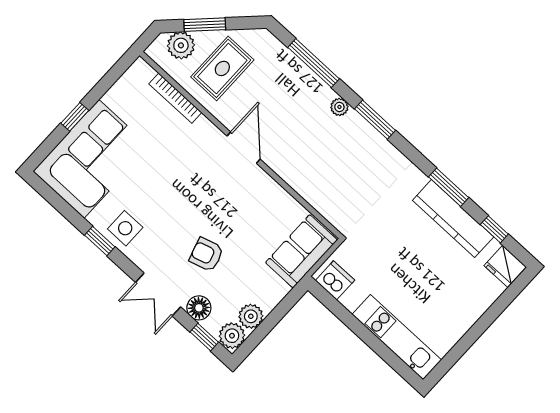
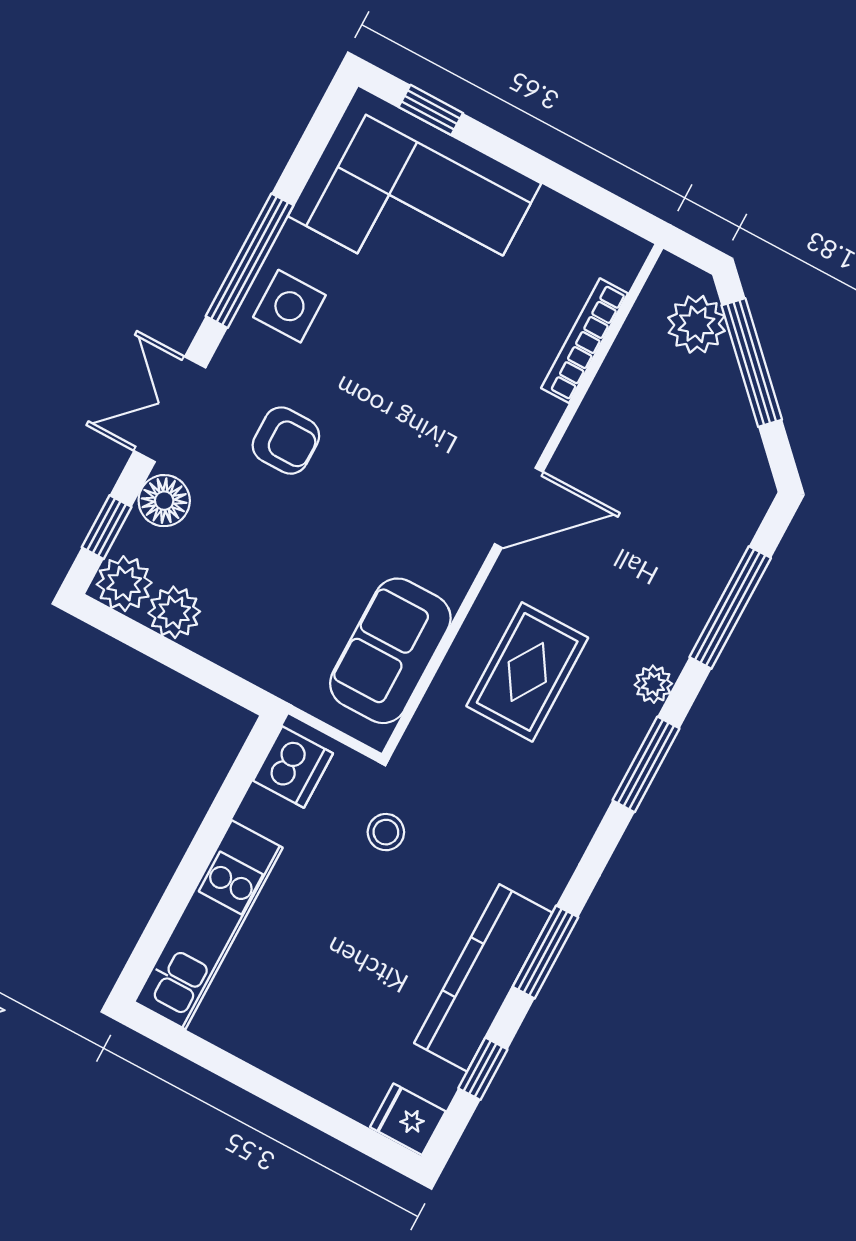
window: (205, 25) -> (752, 363), width x1.44
rug: (222, 68) -> (527, 672), moved, turned 90
window: (75, 117) -> (431, 110), moved
window: (100, 241) -> (250, 261), width x2.17
stool: (375, 246) -> (386, 832), added
sofa: (301, 251) -> (390, 651), moved, turned -90
armchair: (206, 255) -> (286, 441), moved, turned 107
fridge: (505, 266) -> (408, 1119), width x0.72

